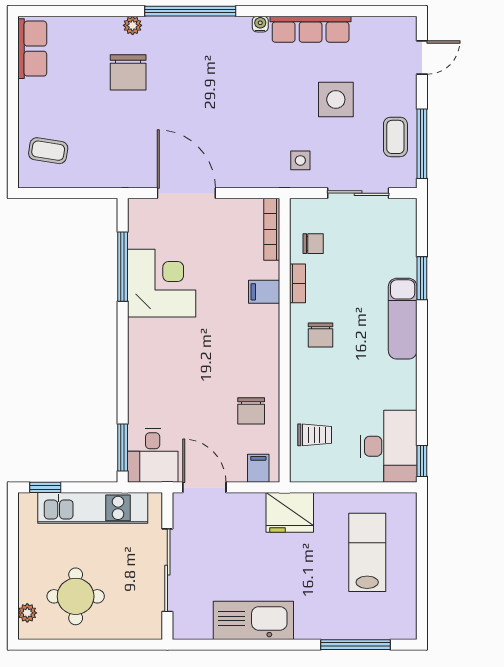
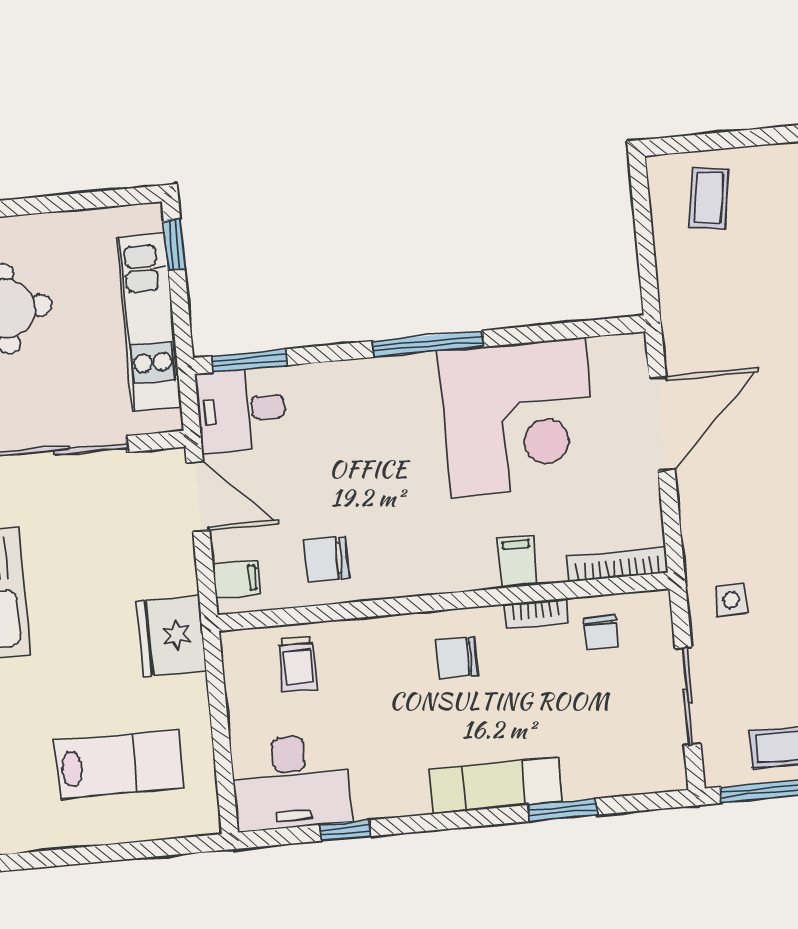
window: (123, 267) -> (428, 344), moved
corner desk: (162, 283) -> (518, 417), width x1.36, depth x1.36
window: (422, 461) -> (345, 831), moved
door: (204, 487) -> (198, 496), hinge flipped

